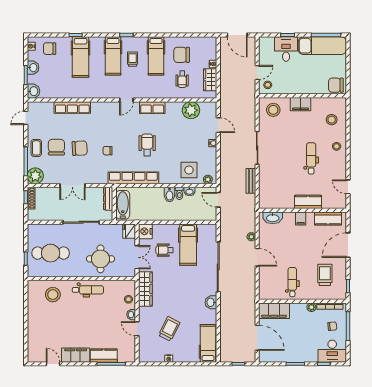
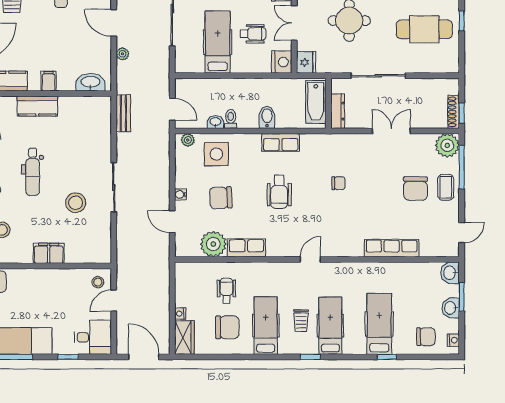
desk: (286, 49) -> (93, 337), moved, turned -90
wardrobe: (210, 80) -> (184, 337), moved
row of seats: (152, 108) -> (246, 248), moved
stool: (273, 110) -> (76, 203), moved
chair: (80, 148) -> (221, 198), moved
row of seats: (133, 178) -> (281, 142), width x0.50
bench: (251, 181) -> (123, 113), moved
bidet: (169, 195) -> (267, 117), moved

